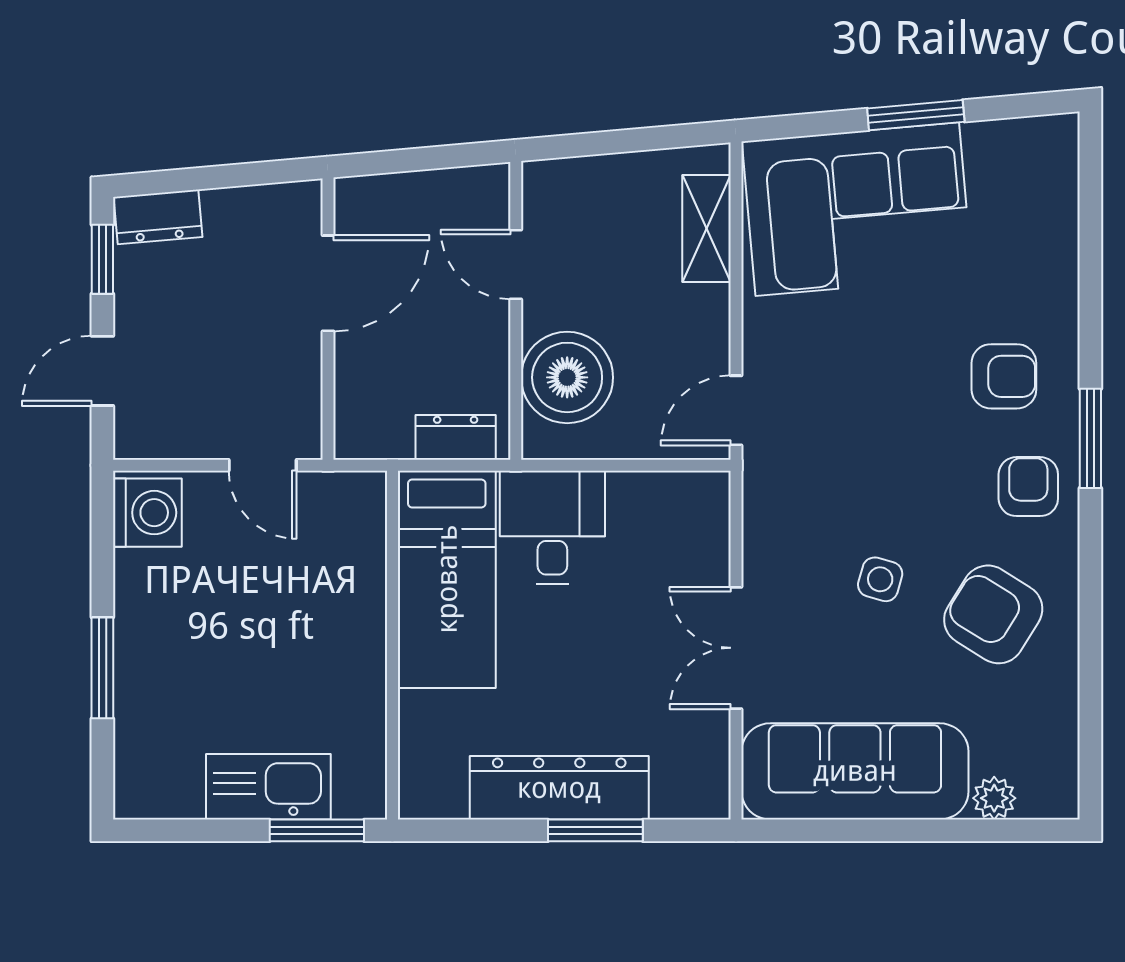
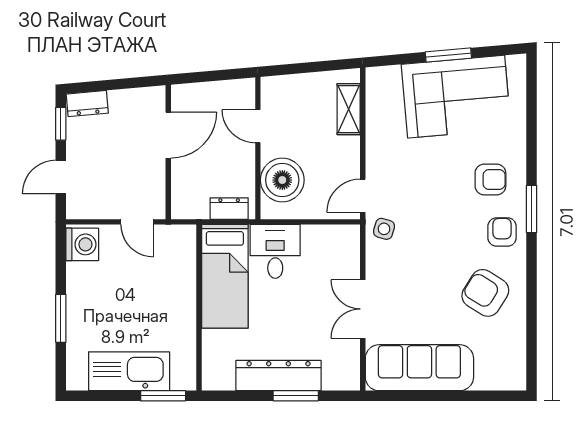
corner sofa: (857, 209) -> (456, 97), moved
side table: (880, 579) -> (384, 229), moved
kitchen sink: (268, 787) -> (129, 371), width x1.36, depth x1.24
plant: (994, 798) -> (486, 381), removed

